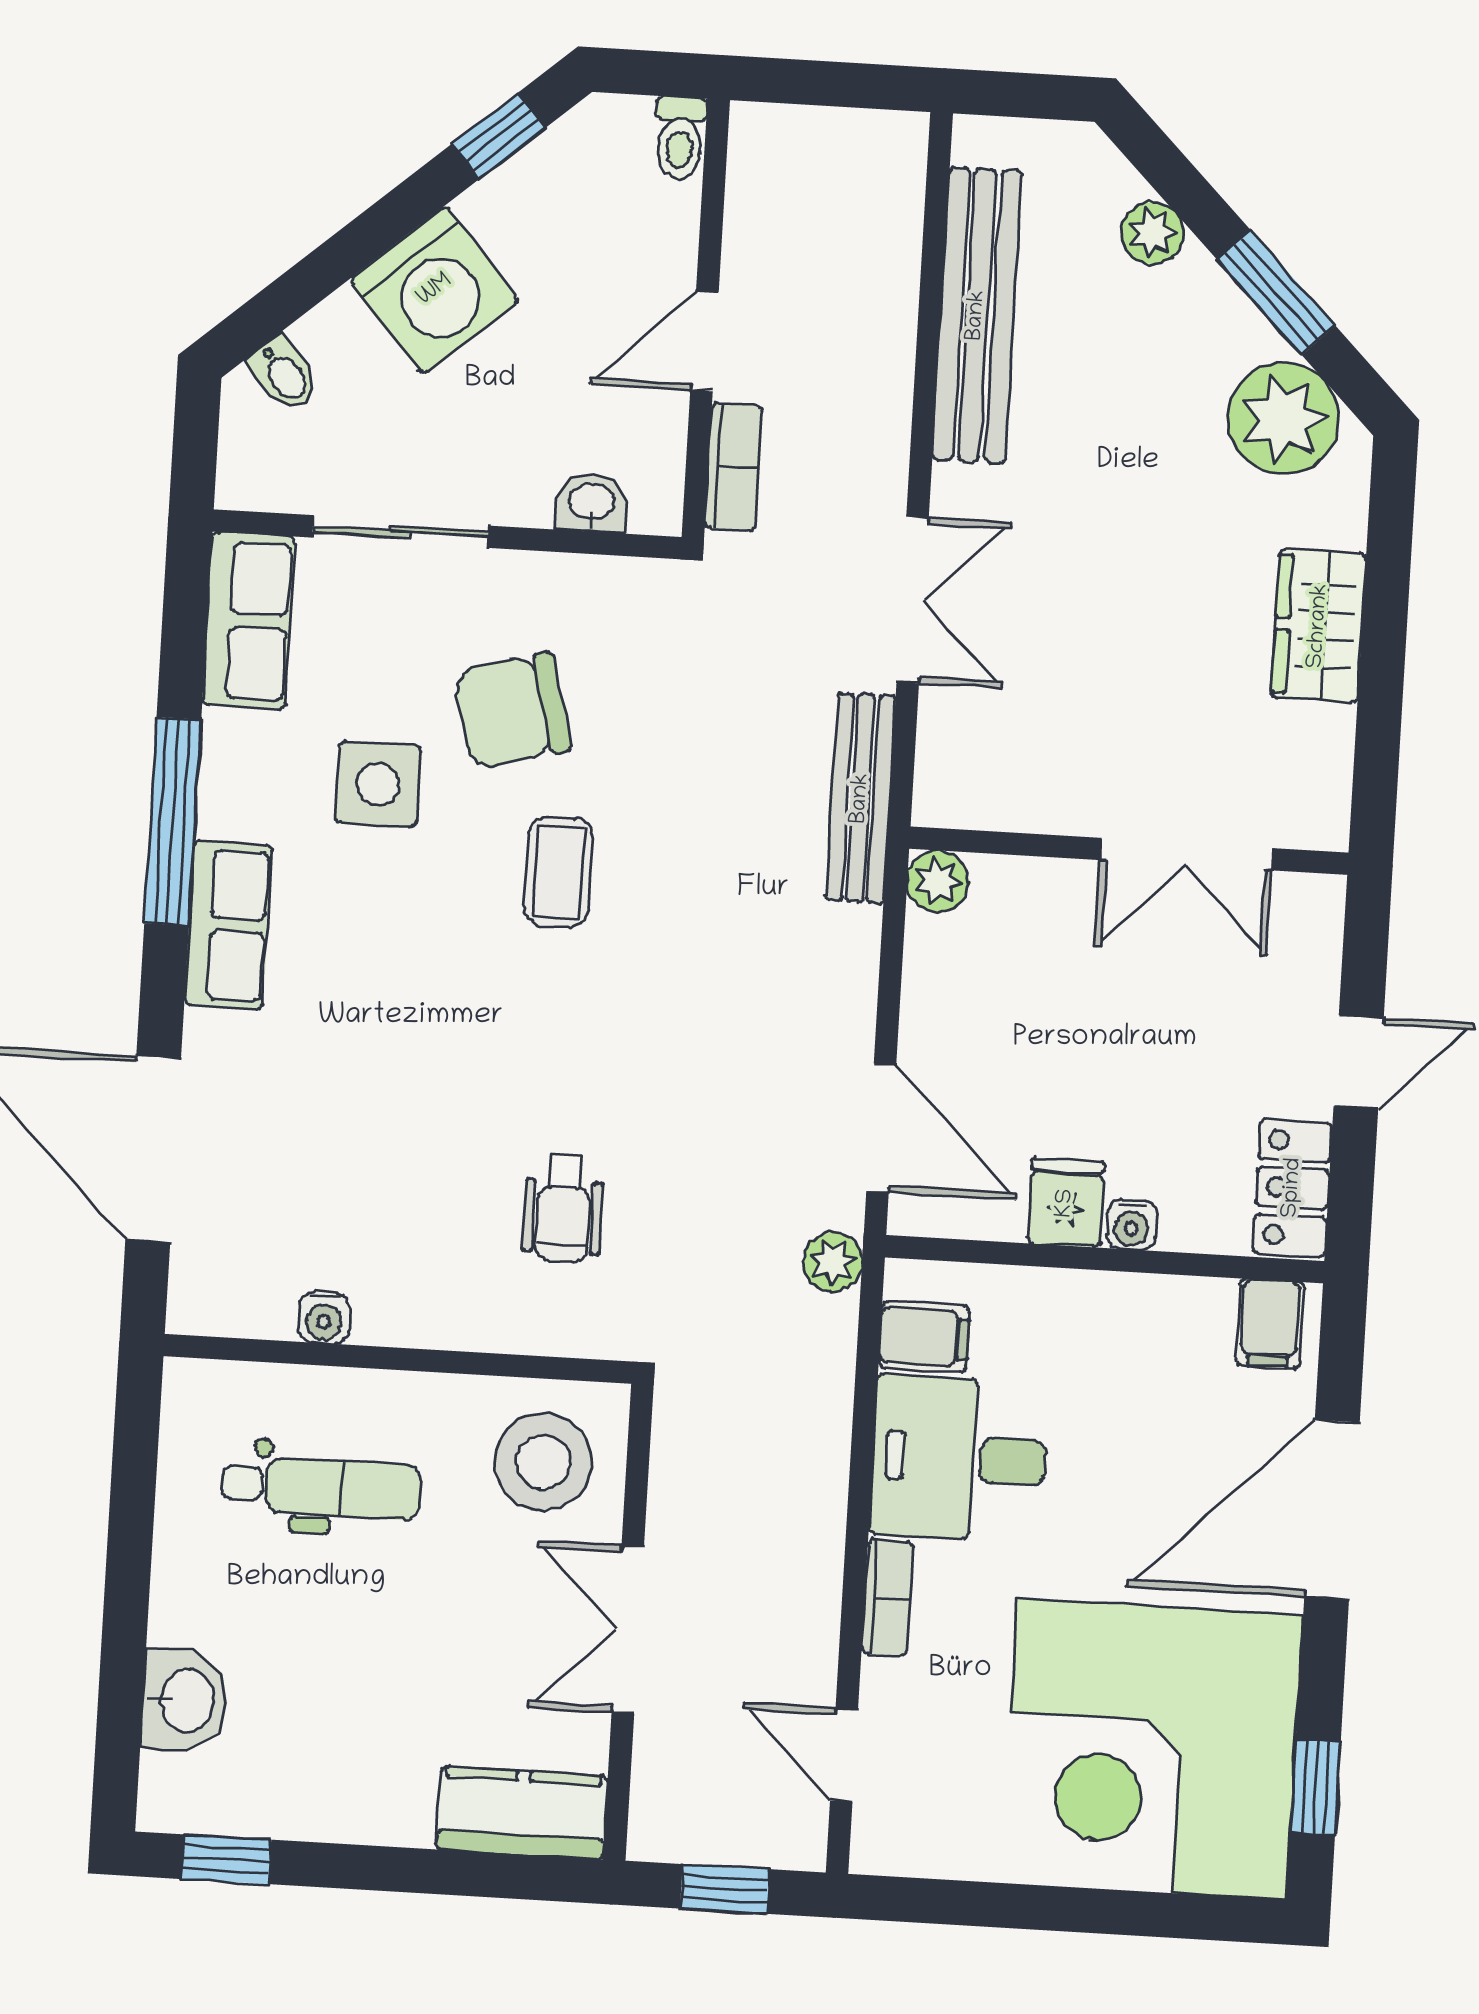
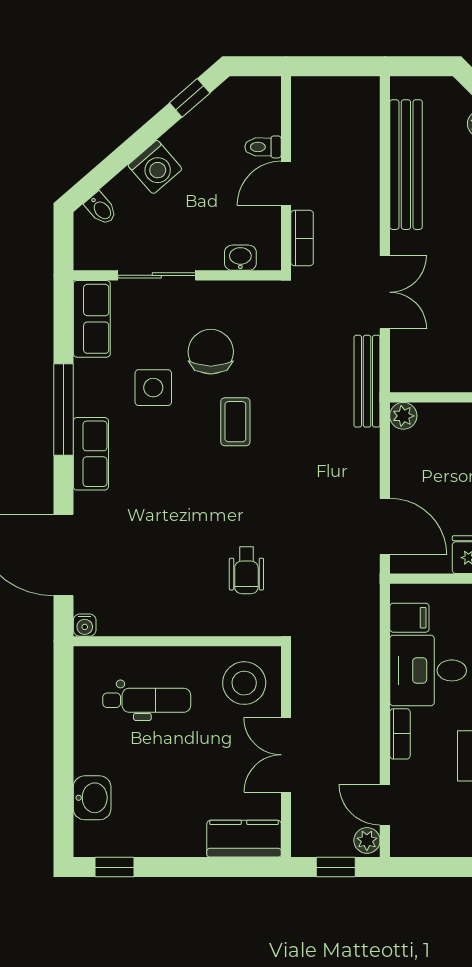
toilet: (680, 138) -> (263, 147), moved, turned 90
washing machine: (435, 290) -> (155, 167), width x0.73, depth x0.73
chair: (512, 711) -> (211, 352), turned 105
plant: (833, 1262) -> (367, 840), moved
water cooler: (324, 1318) -> (85, 625), moved

